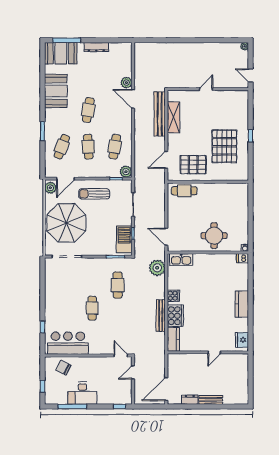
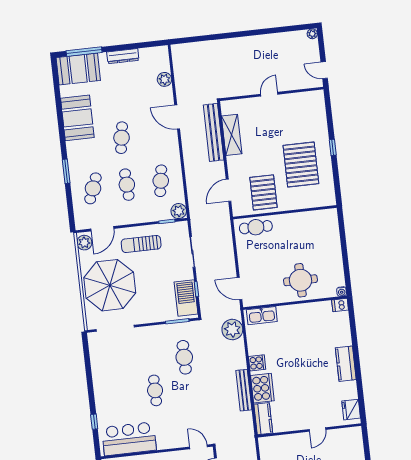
plant: (126, 83) -> (164, 79), moved
pallet: (193, 165) -> (263, 192), turned 90

